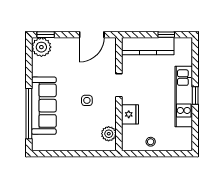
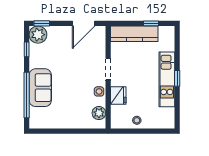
window: (29, 63) -> (27, 49), added
side table: (87, 100) -> (99, 91), moved
sofa: (44, 106) -> (40, 88), width x0.73

